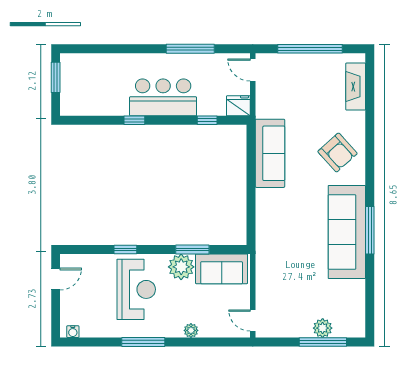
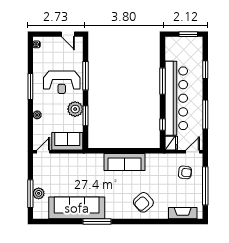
window: (115, 49) -> (205, 70), added
armchair: (287, 83) -> (185, 172), added
bar counter: (163, 97) -> (176, 98), width x1.86
window: (134, 120) -> (163, 81), width x2.17
sofa: (270, 153) -> (125, 162), moved
sofa: (347, 232) -> (77, 208), moved
window: (125, 249) -> (86, 76), width x2.17
sofa: (222, 269) -> (67, 141), moved, turned 90

